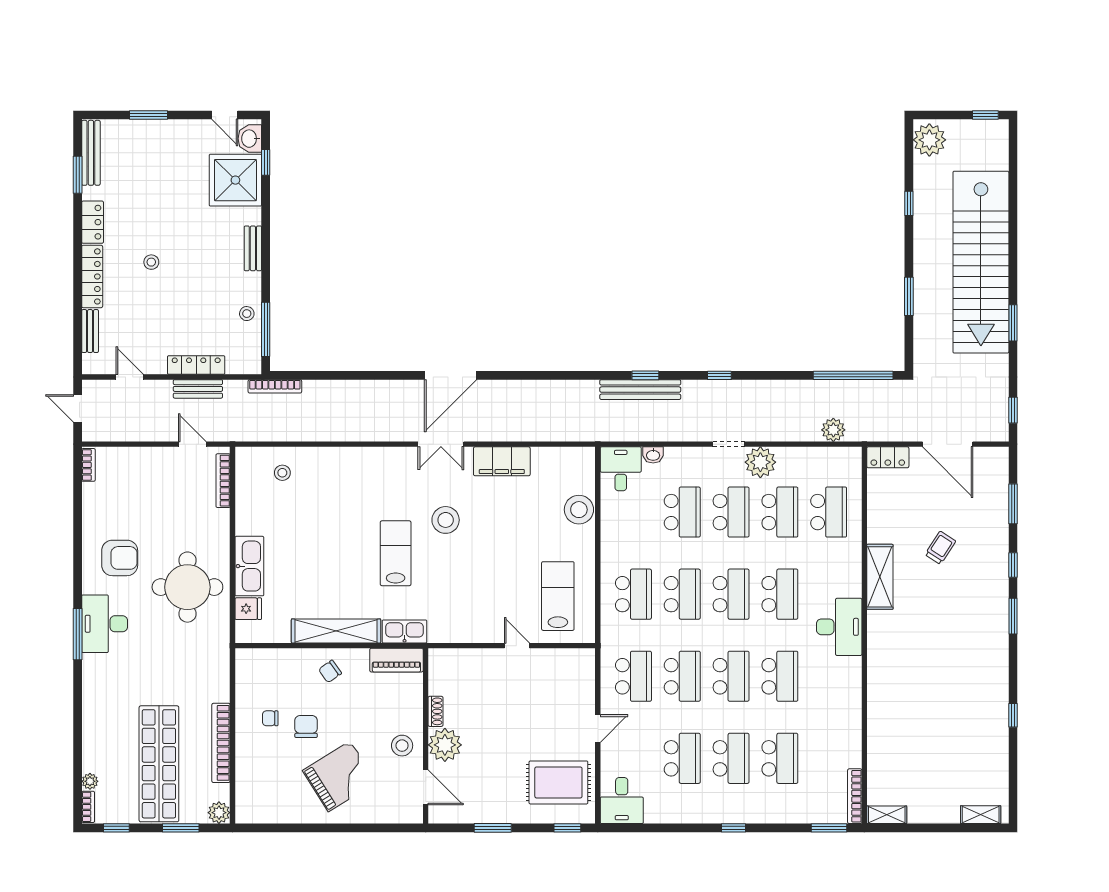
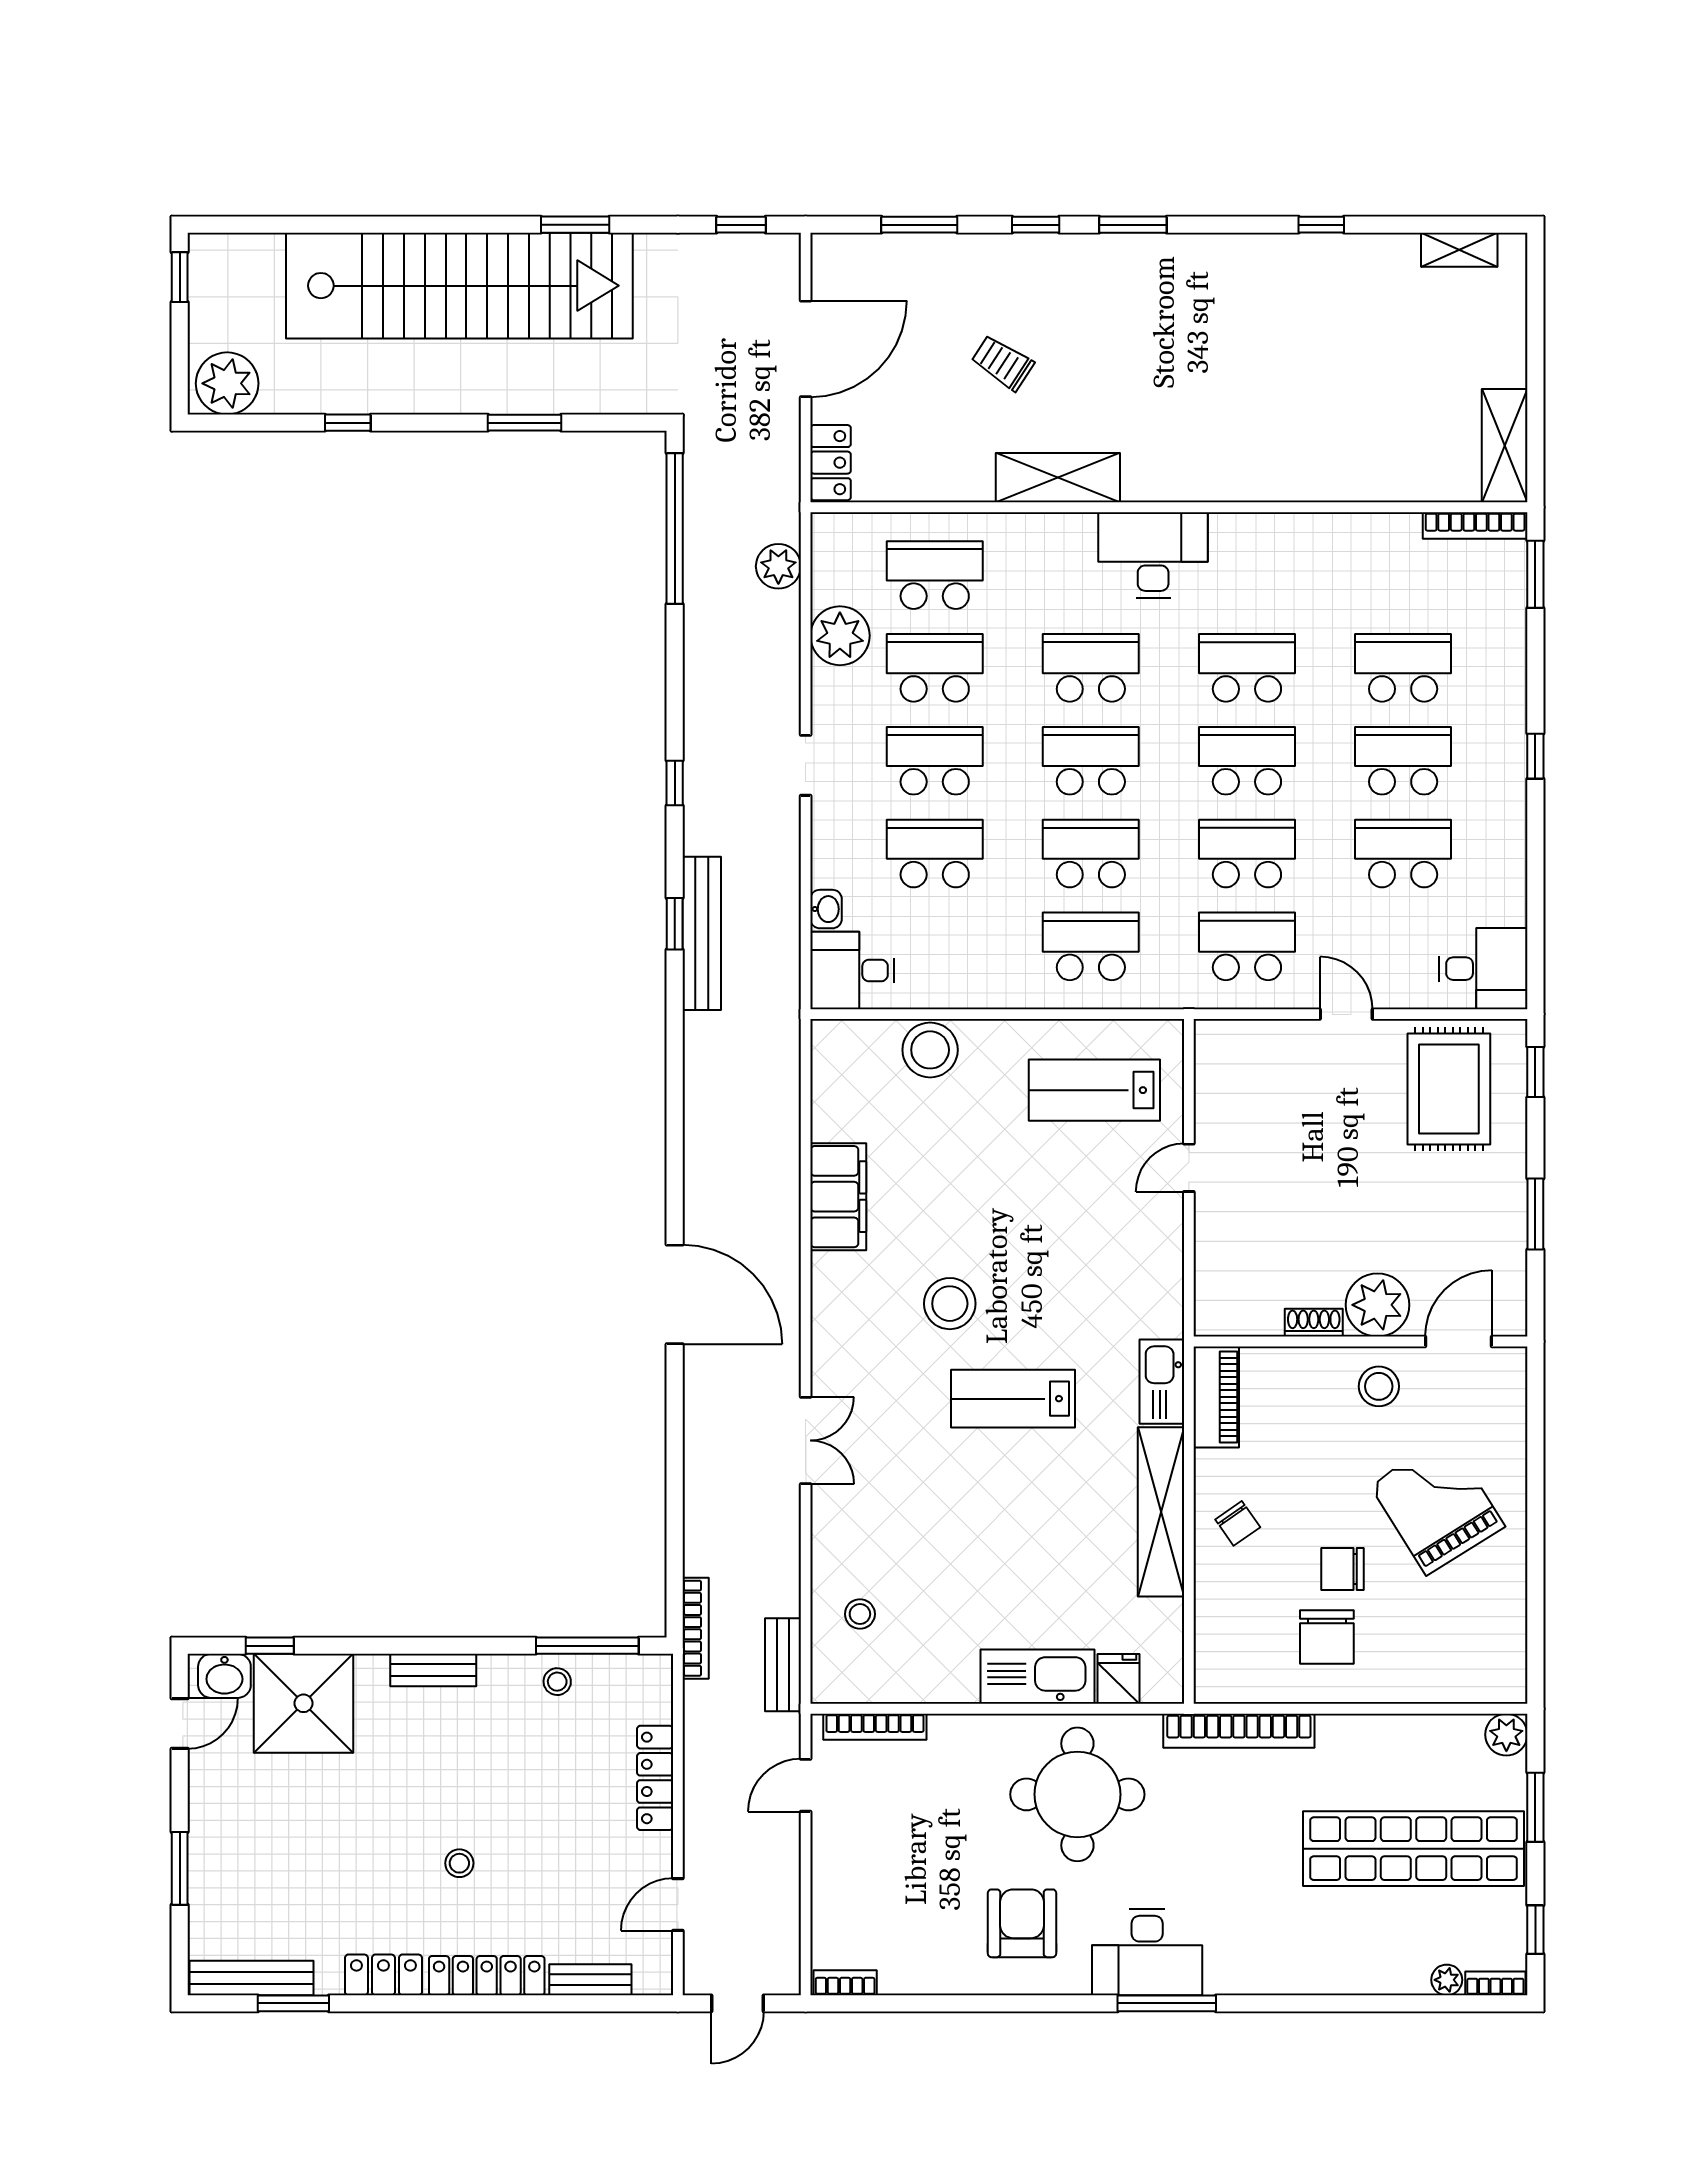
bench: (198, 389) -> (783, 1665), moved
double door: (441, 444) -> (806, 1440), moved
plant: (760, 462) -> (840, 636), moved
chair: (270, 718) -> (1327, 1637), width x1.87, depth x1.87
bookcase: (221, 743) -> (1239, 1731), moved
shelving: (887, 815) -> (1505, 446), width x1.50, depth x1.33
shelving: (981, 815) -> (1459, 250), moved, turned 90

